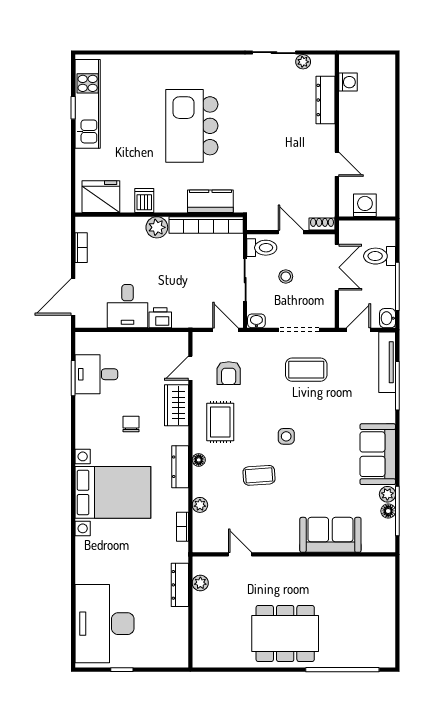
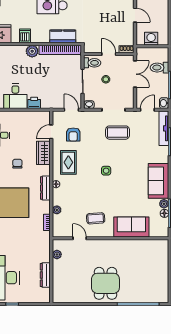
coffee table: (259, 475) -> (96, 218), moved
dresser: (180, 585) -> (45, 275), moved
dining table: (285, 633) -> (105, 283), width x0.73

